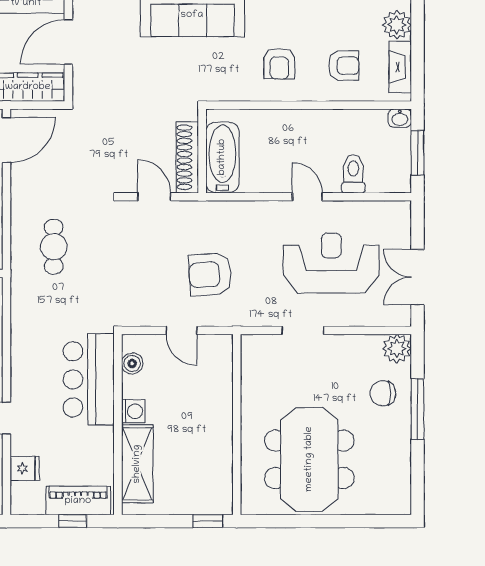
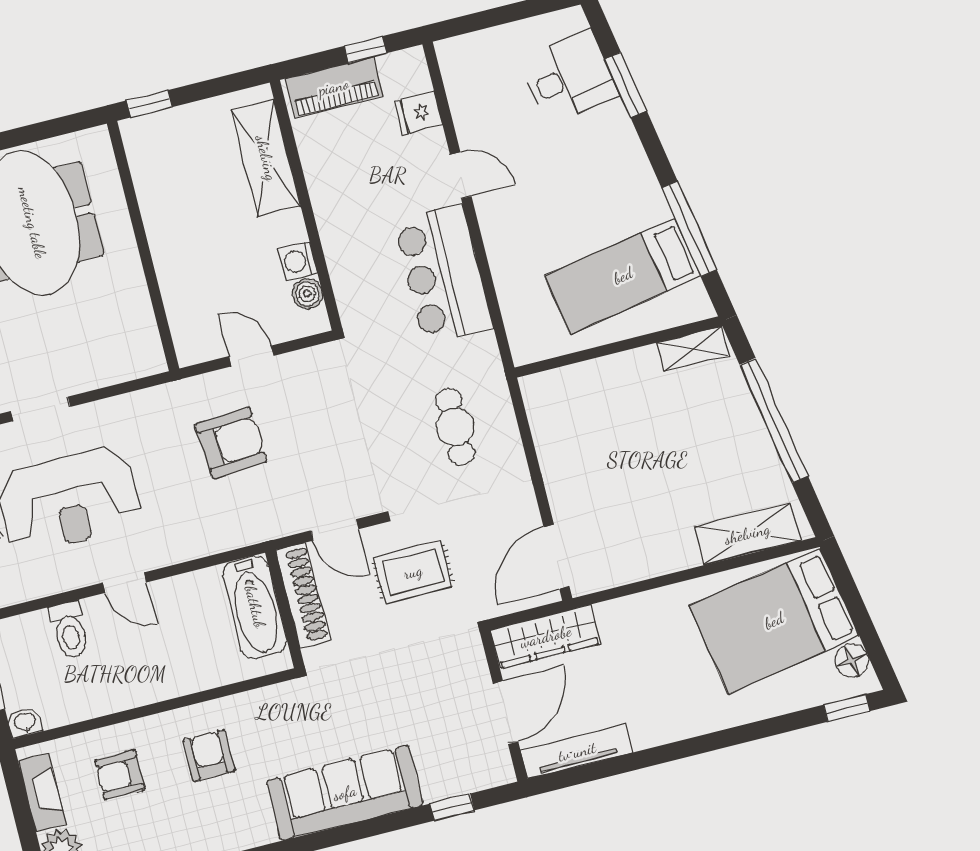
rug: (108, 154) -> (413, 572), added
doorway: (303, 330) -> (40, 409), moved
bar counter: (89, 379) -> (443, 275), moved, turned 180
washing machine: (133, 411) -> (298, 261), moved
window: (73, 521) -> (366, 49), moved

